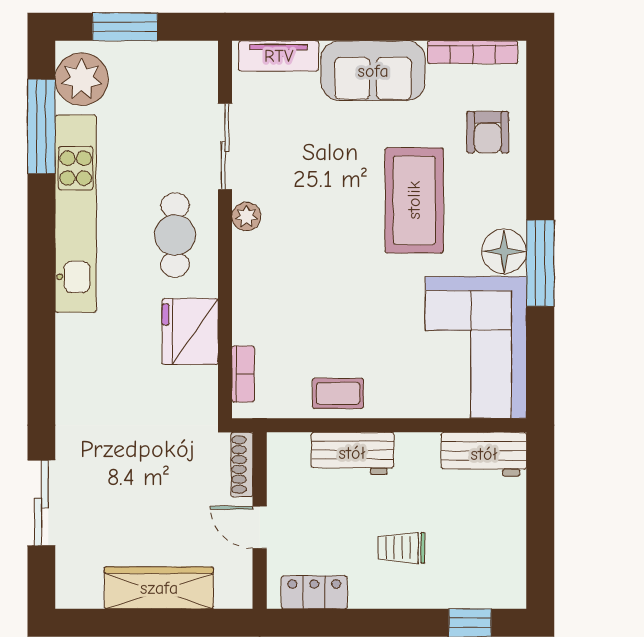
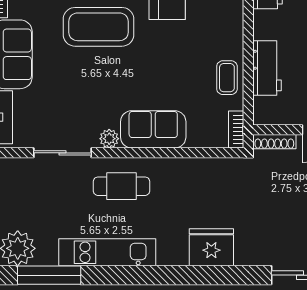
kitchen unit: (76, 214) -> (107, 252), width x0.73
sofa: (260, 283) -> (153, 129), added
fridge: (190, 332) -> (211, 247), moved, turned 180
bookcase: (243, 374) -> (236, 130), moved, turned -90

